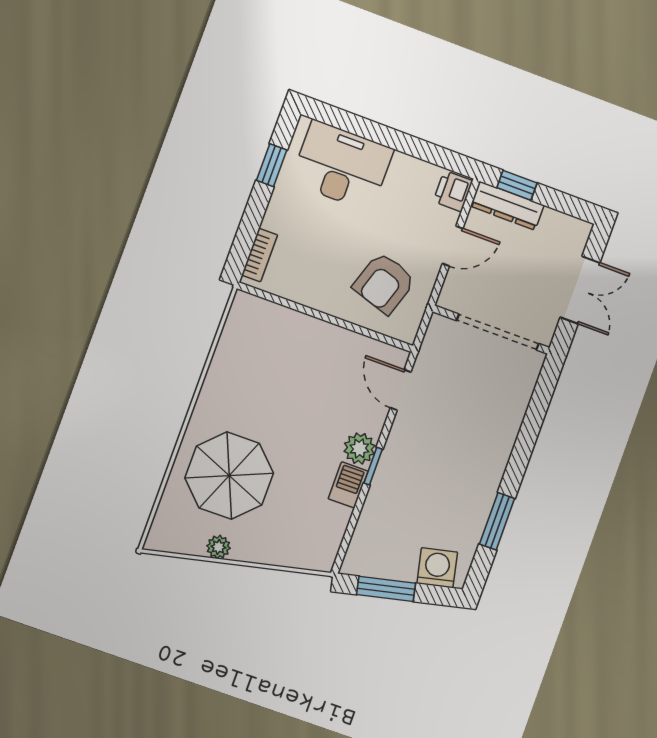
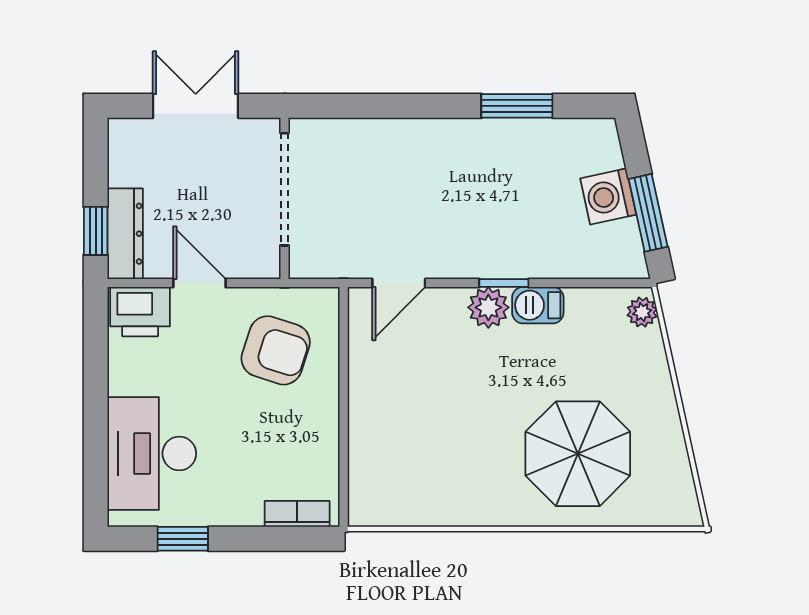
printer: (453, 191) -> (140, 312), width x1.36, depth x1.24
plant: (218, 547) -> (642, 312), moved
washing machine: (437, 568) -> (608, 197), moved

